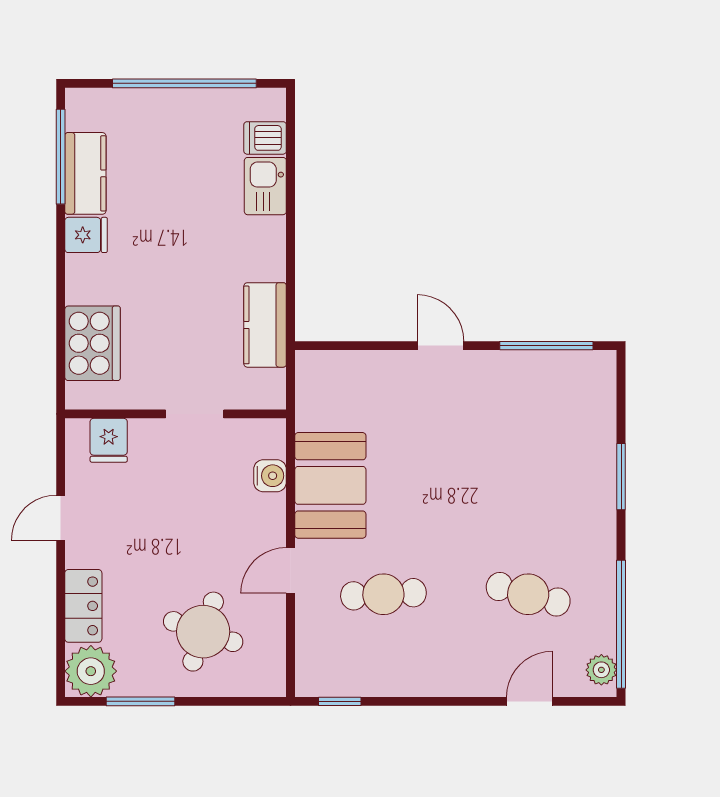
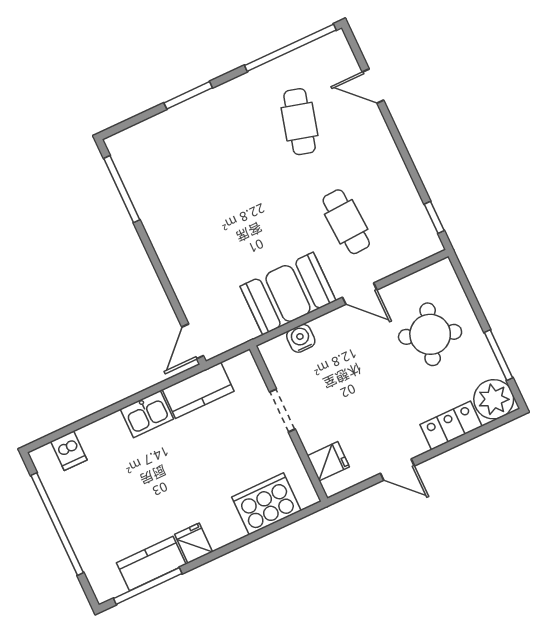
kitchen sink: (265, 186) -> (147, 414), moved
door: (441, 346) -> (193, 341), moved
plant: (601, 670) -> (328, 47), removed

